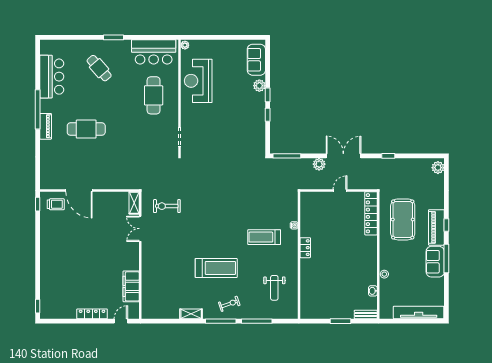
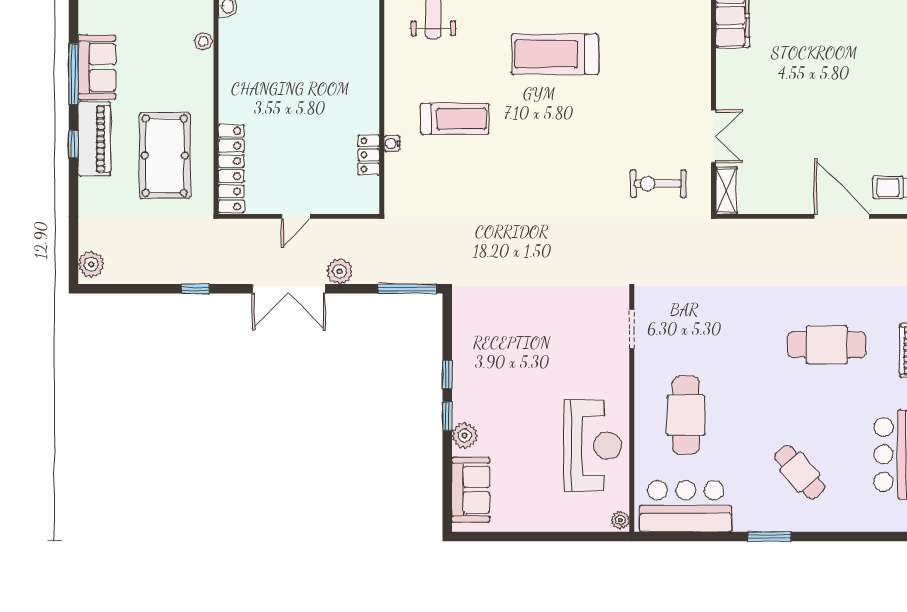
exercise bike: (167, 206) -> (658, 184), turned 180
locker: (305, 248) -> (369, 155), moved

